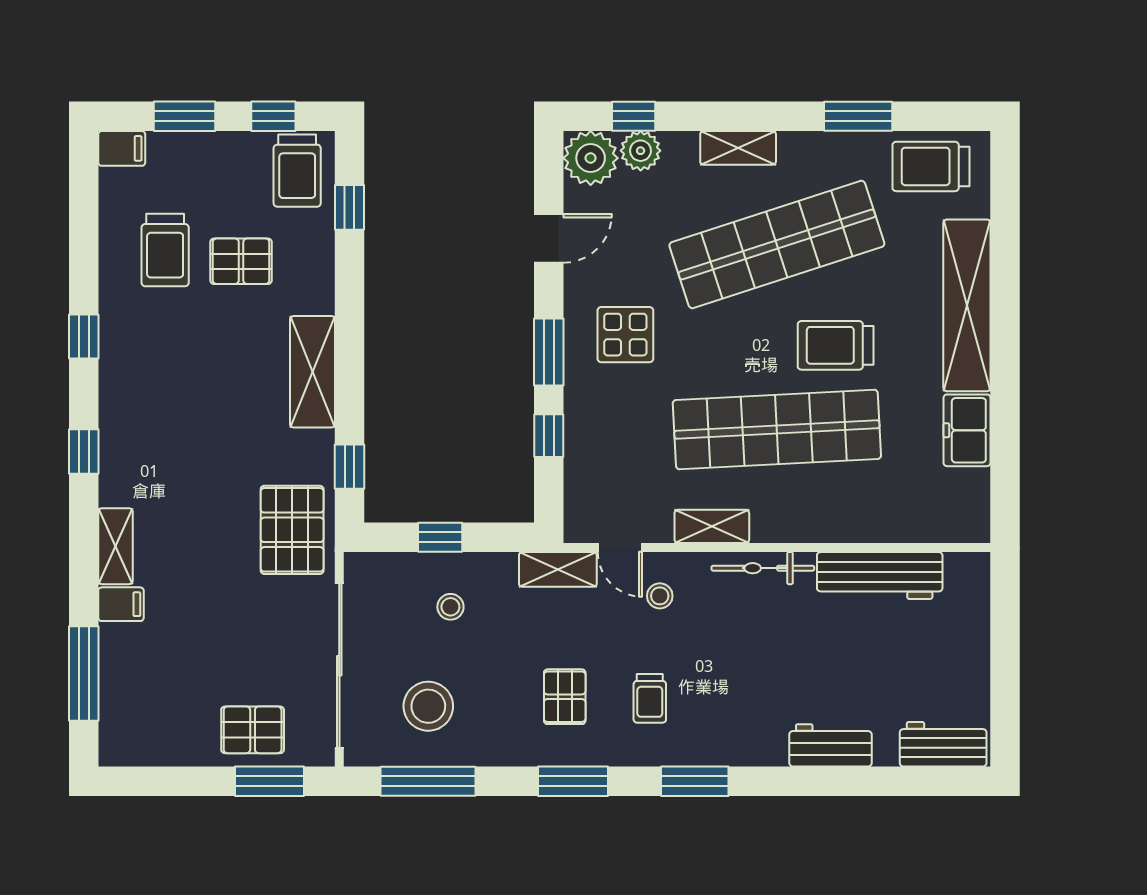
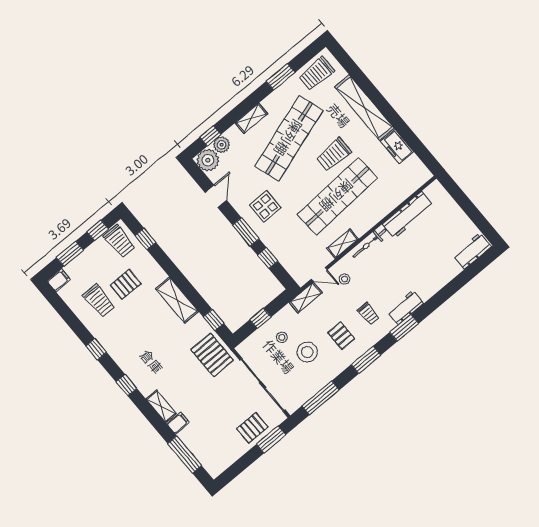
stool: (428, 706) -> (307, 352), moved
workbench: (831, 745) -> (405, 308), moved

